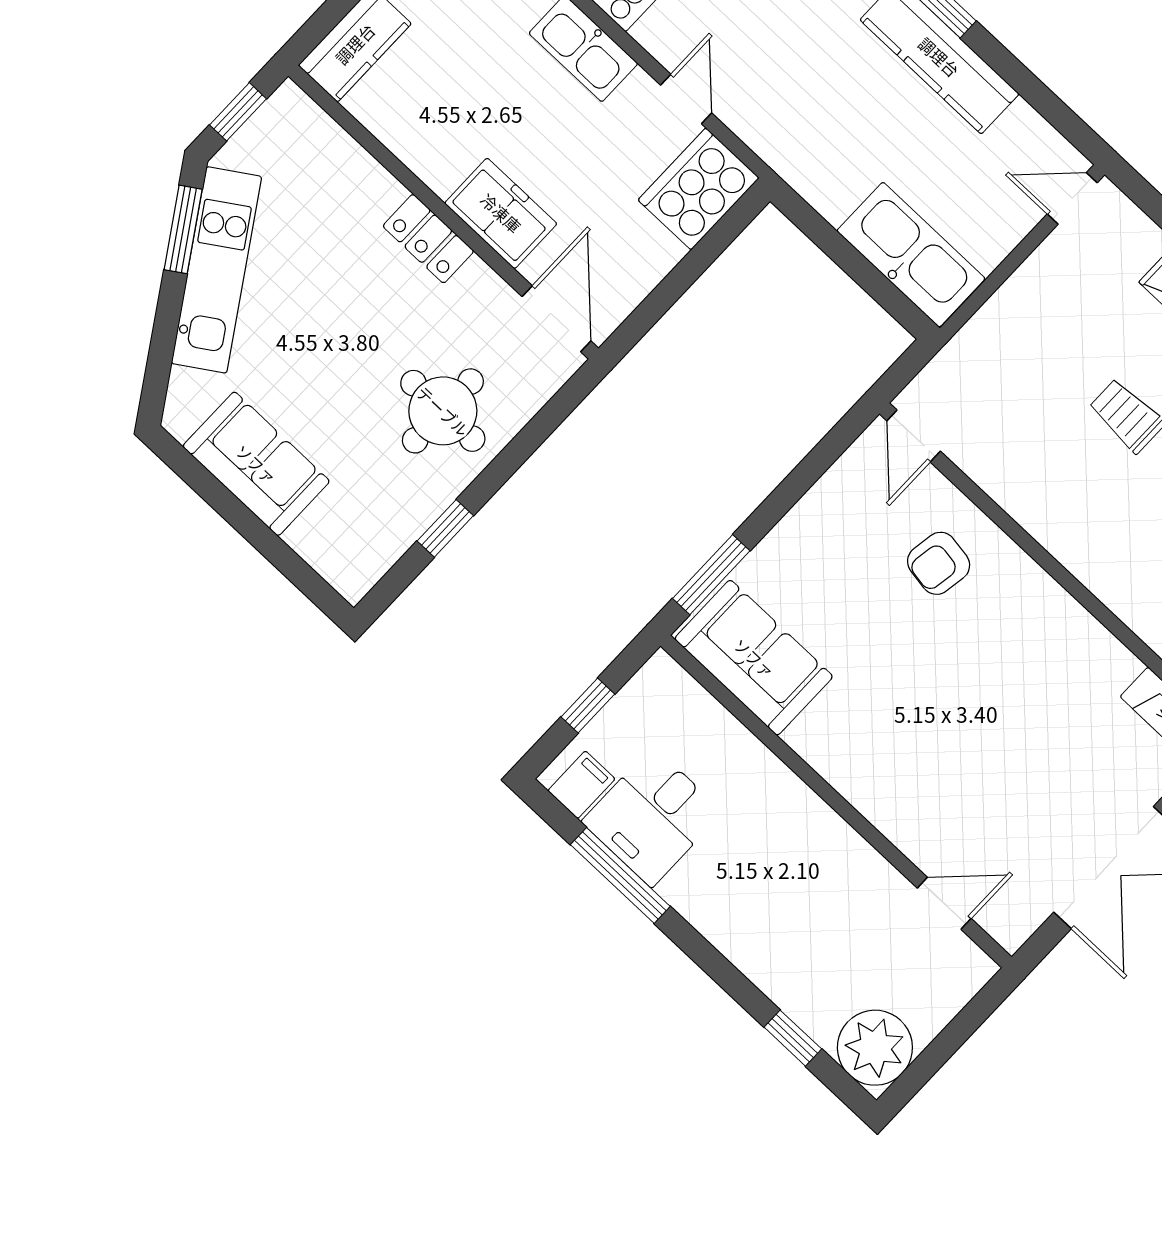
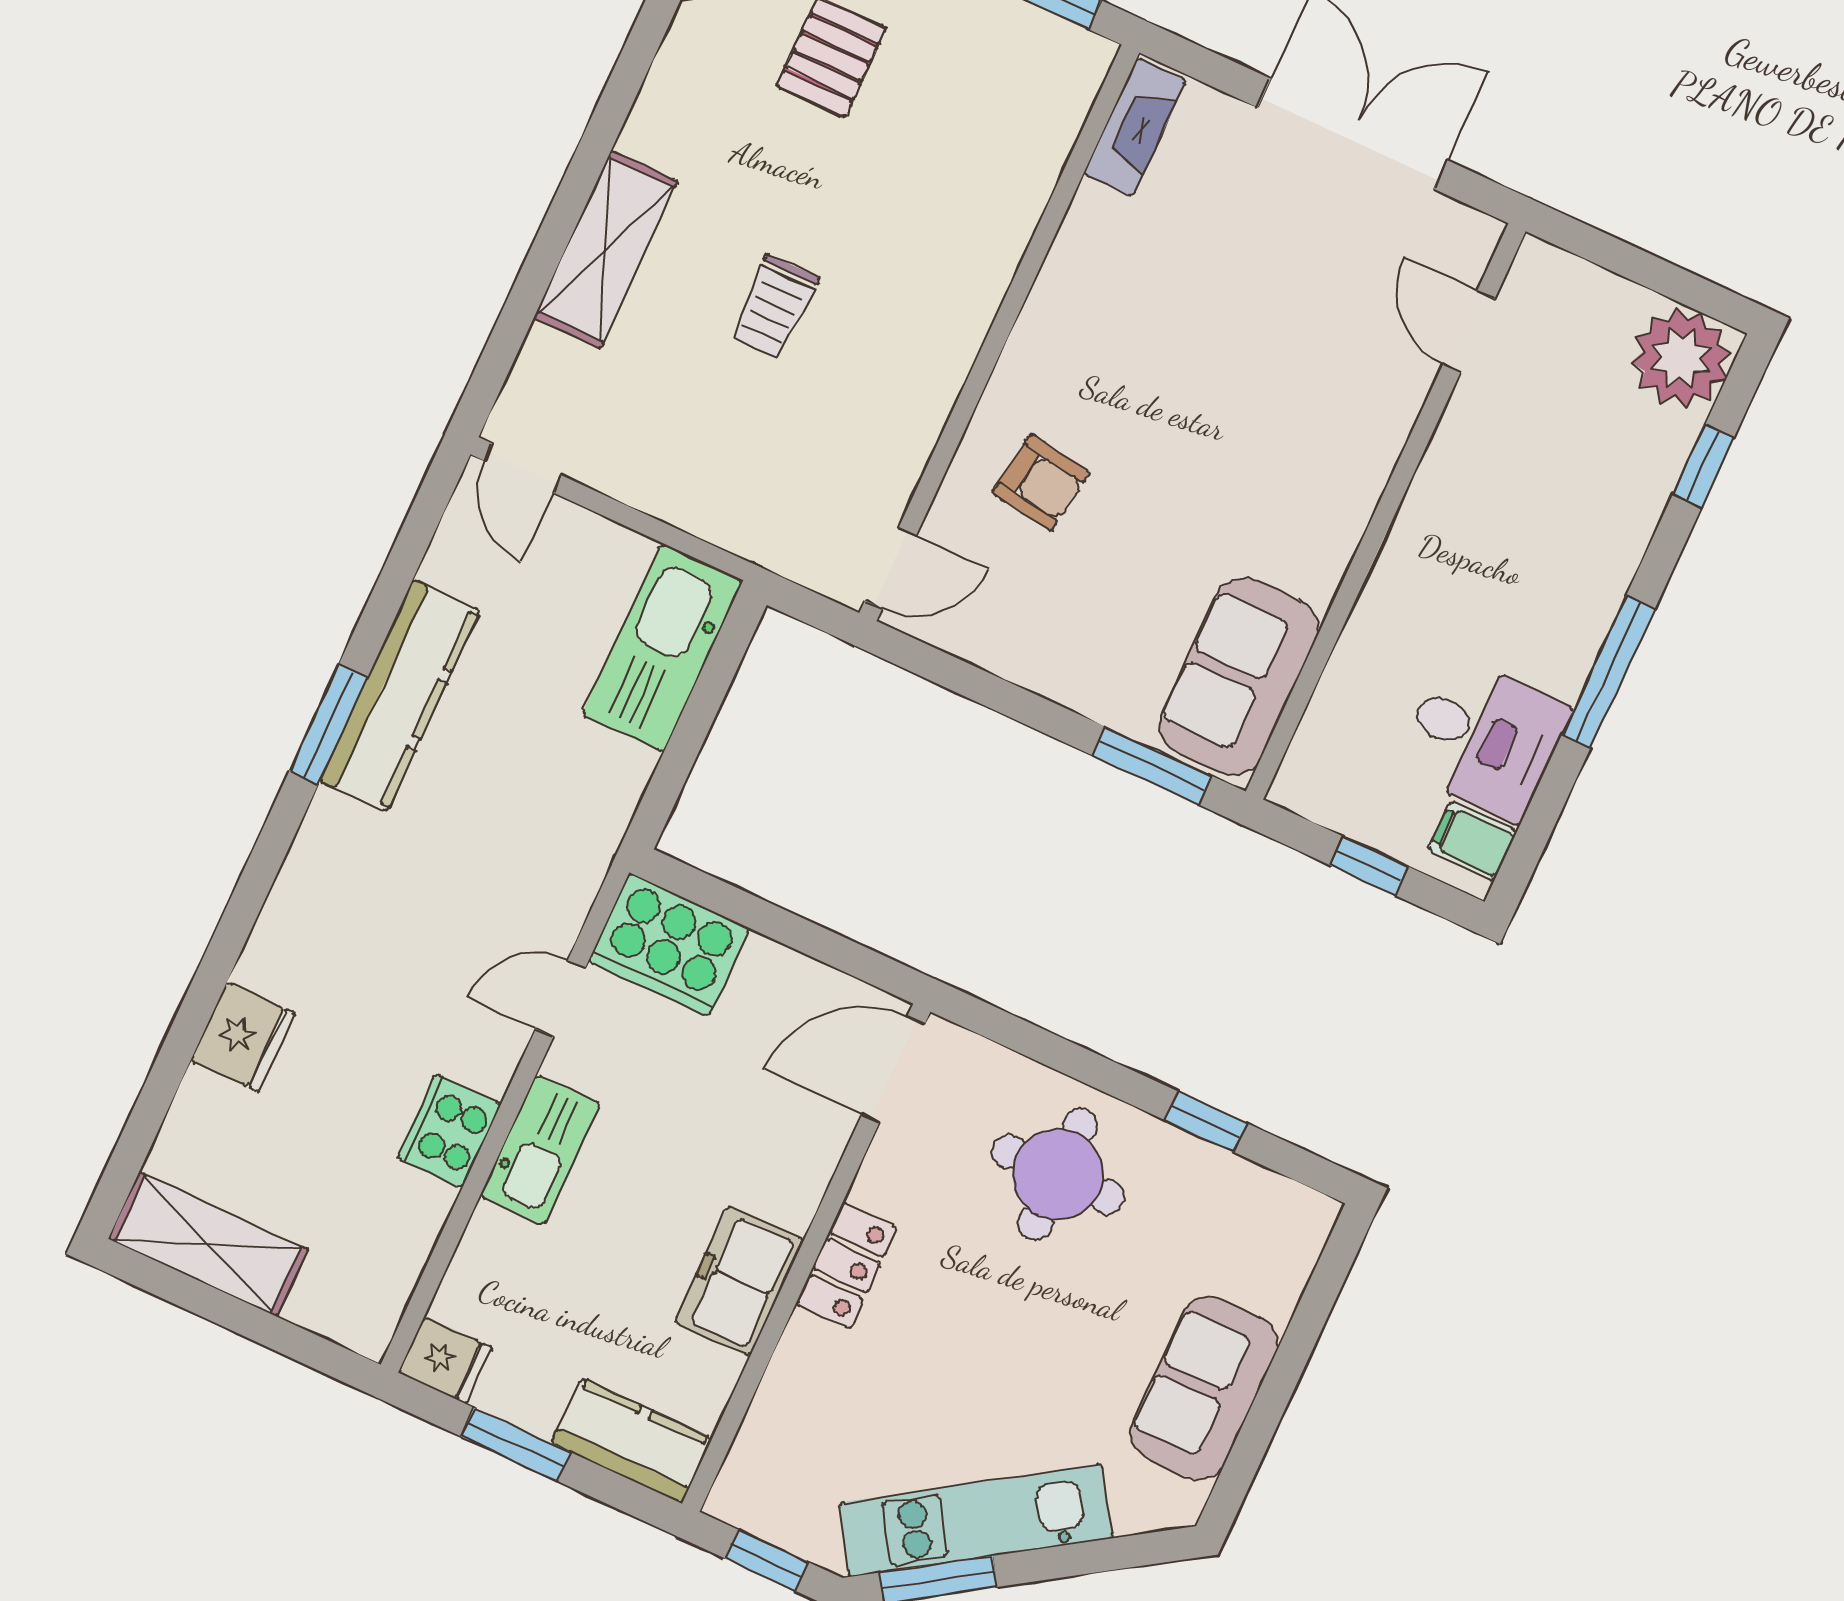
freezer: (501, 213) -> (739, 1281), moved
window: (620, 875) -> (1608, 672), moved

